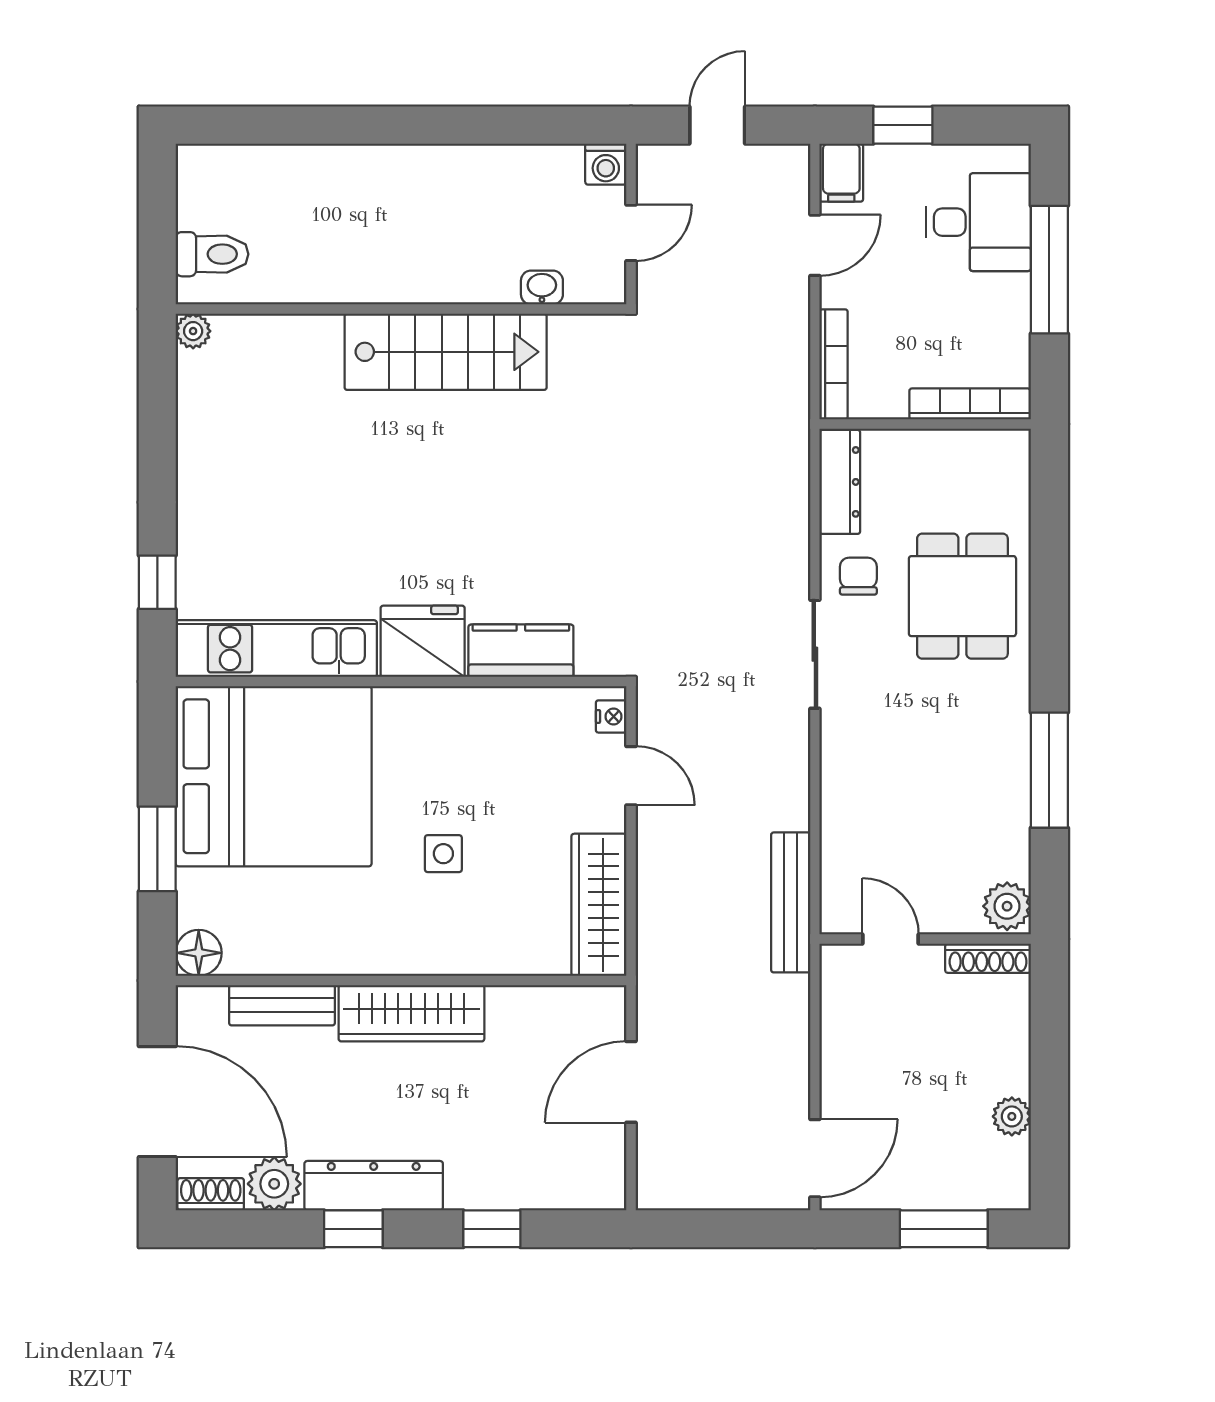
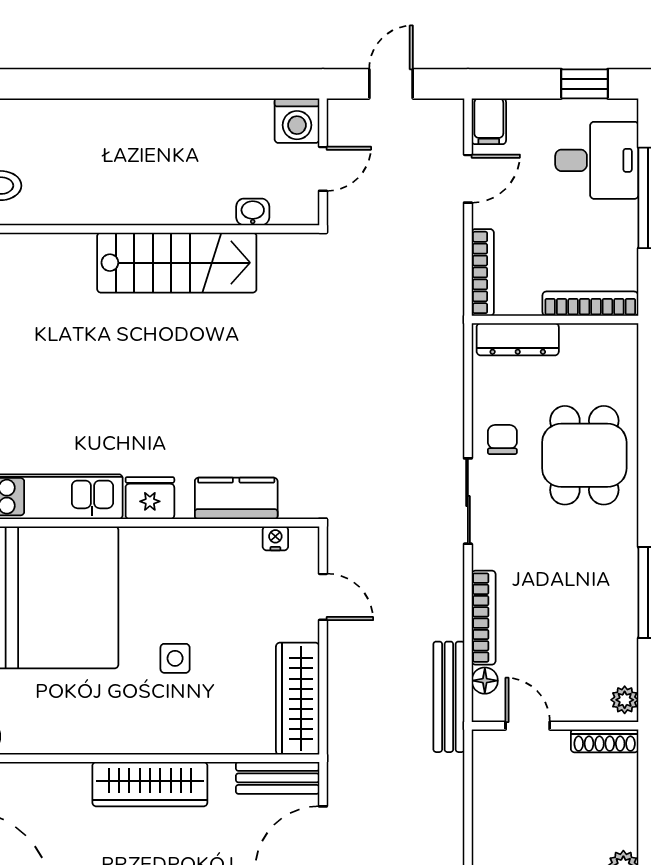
window: (903, 125) -> (584, 84), moved
washing machine: (606, 164) -> (297, 121), width x1.38, depth x1.38
dresser: (840, 482) -> (518, 339), moved, turned 90
fridge: (423, 641) -> (150, 498), width x0.73, depth x0.75
nightstand: (611, 716) -> (275, 538), moved, turned -90
bookcase: (835, 802) -> (484, 618), added
floor lamp: (836, 882) -> (485, 681), added
plant: (1007, 906) -> (625, 700), width x0.73, depth x0.73
bench: (282, 1005) -> (278, 778), moved

